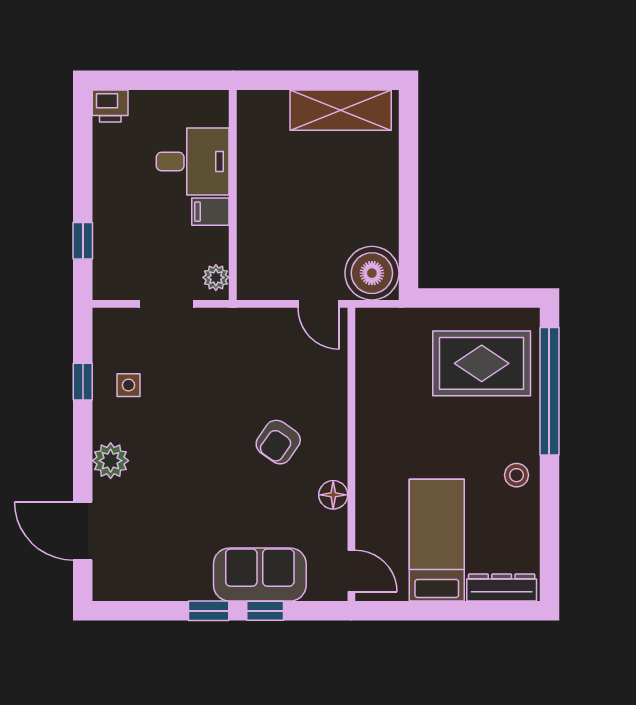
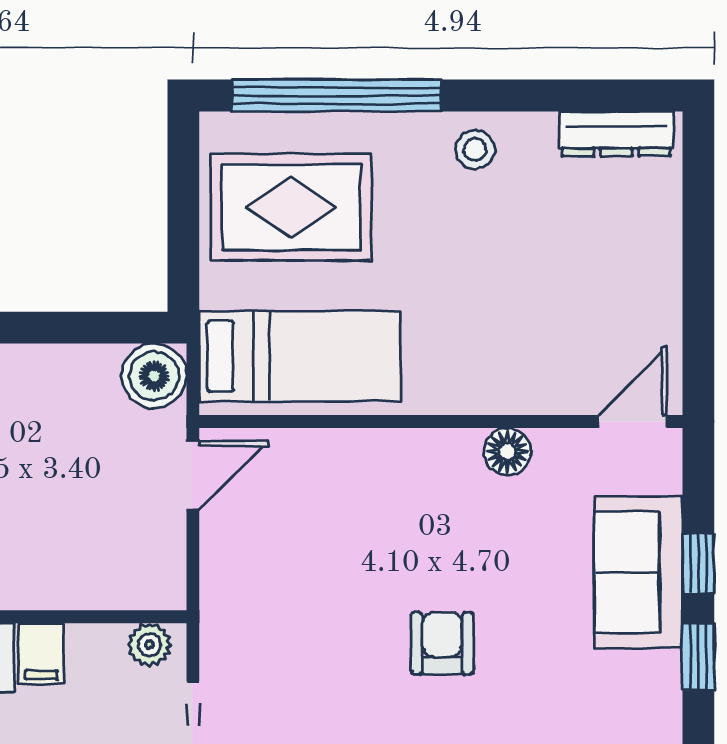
boiler: (372, 273) -> (154, 376), width x0.73, depth x0.73
rug: (482, 363) -> (291, 207), turned 90
armchair: (278, 442) -> (442, 643), moved, turned -125
bed: (437, 540) -> (300, 356), moved, turned 180
dresser: (502, 588) -> (616, 134), moved, turned -90

